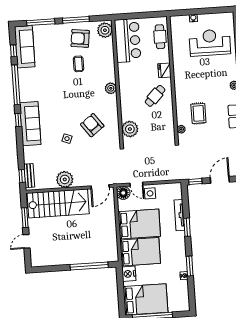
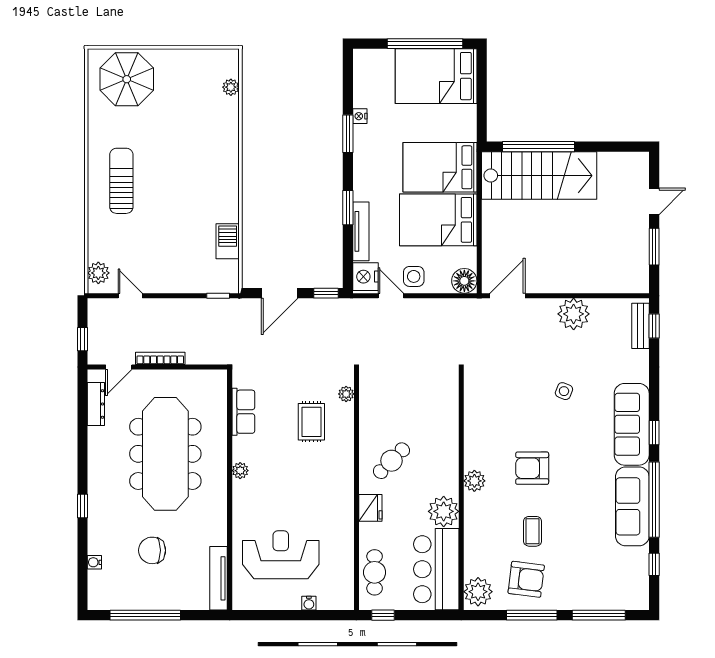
window: (154, 14) -> (383, 615), added
reception desk: (210, 43) -> (281, 555), turned 180
sofa: (25, 47) -> (632, 506), moved
armchair: (92, 125) -> (532, 468), moved, turned 127
plant: (130, 129) -> (444, 511), moved
door: (136, 184) -> (391, 296), moved
stairs: (58, 203) -> (539, 176), moved, turned 180
nightstand: (129, 274) -> (365, 277), moved, turned 180

